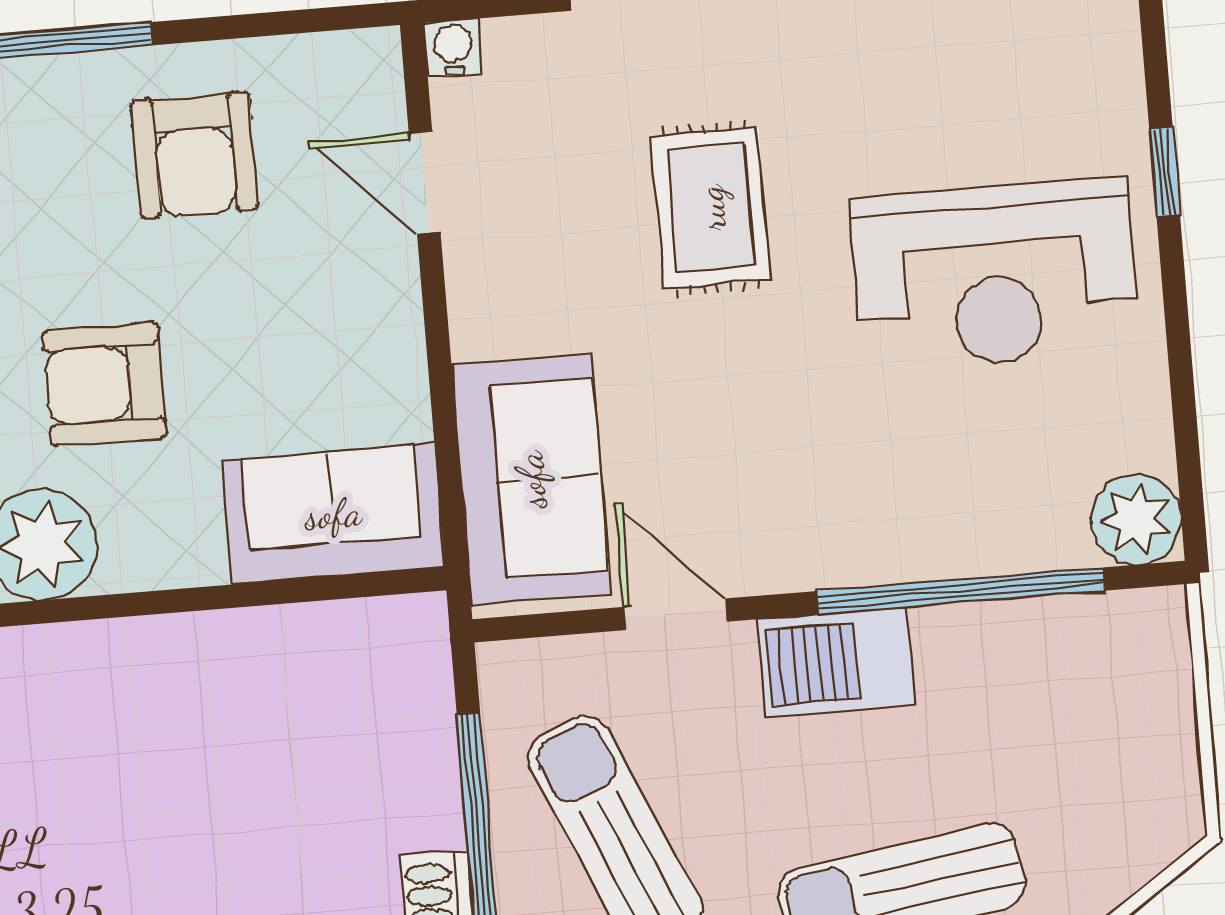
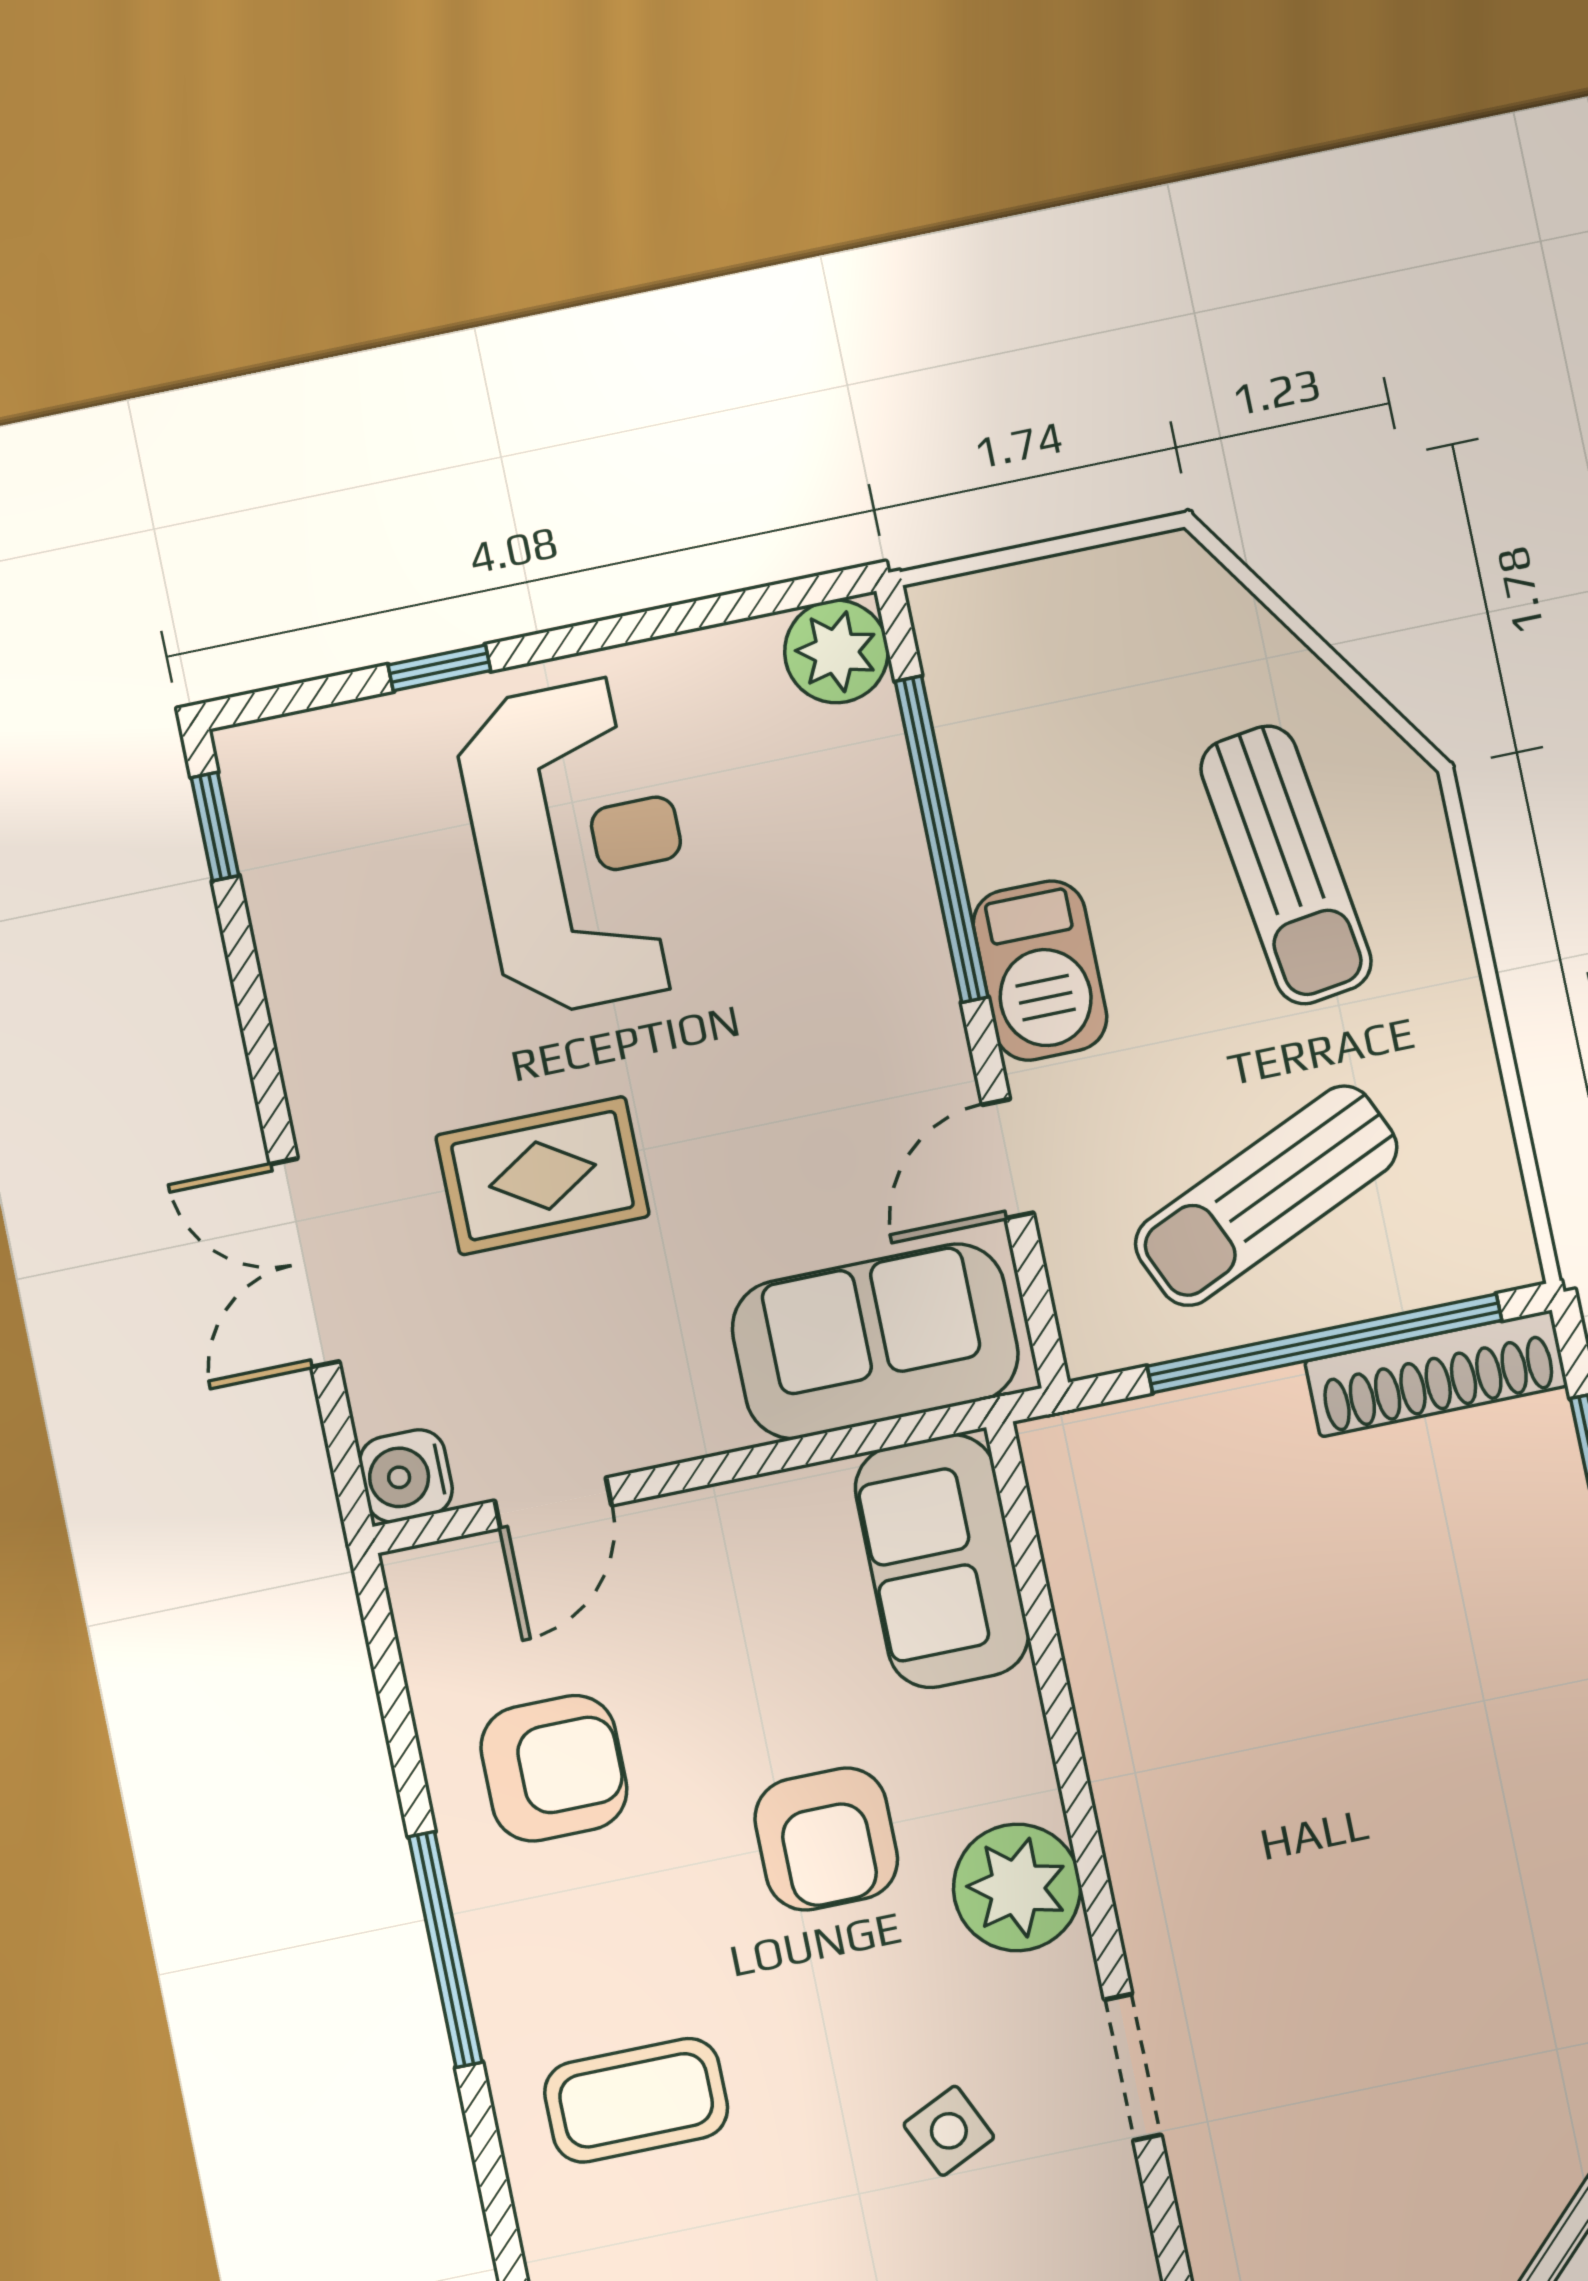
water cooler: (453, 48) -> (406, 1476), width x1.38, depth x1.38

